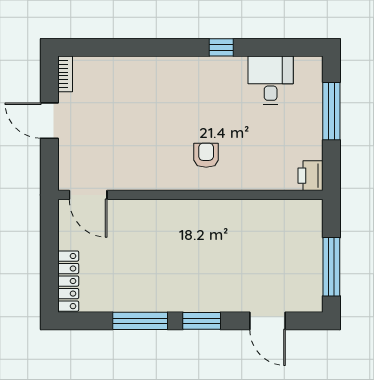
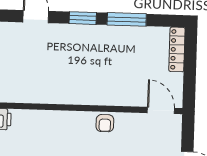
armchair: (206, 155) -> (105, 123), moved

